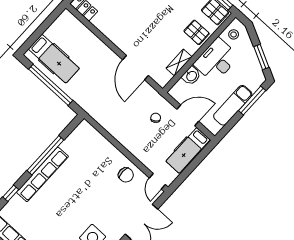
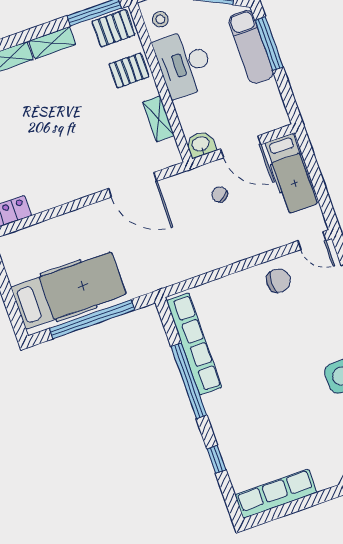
hospital bed: (54, 59) -> (68, 291), width x1.37, depth x1.29
washbasin: (191, 76) -> (201, 144), moved, turned -90
exam couch: (233, 105) -> (251, 47), moved
door: (188, 115) -> (241, 147), swing flipped
row of seats: (42, 174) -> (194, 344), moved

